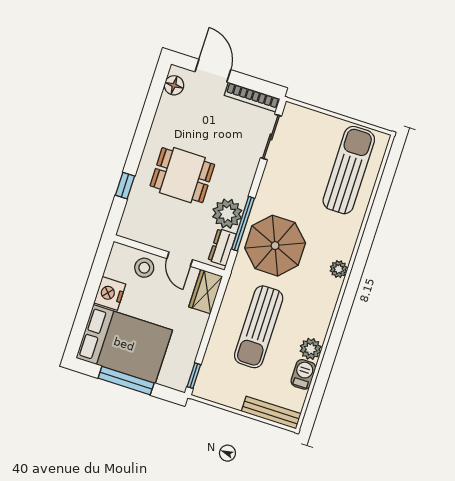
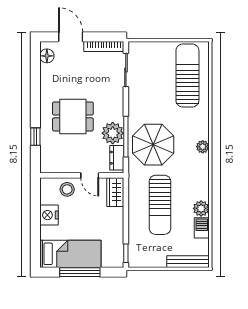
bed: (124, 344) -> (70, 254), width x0.67

